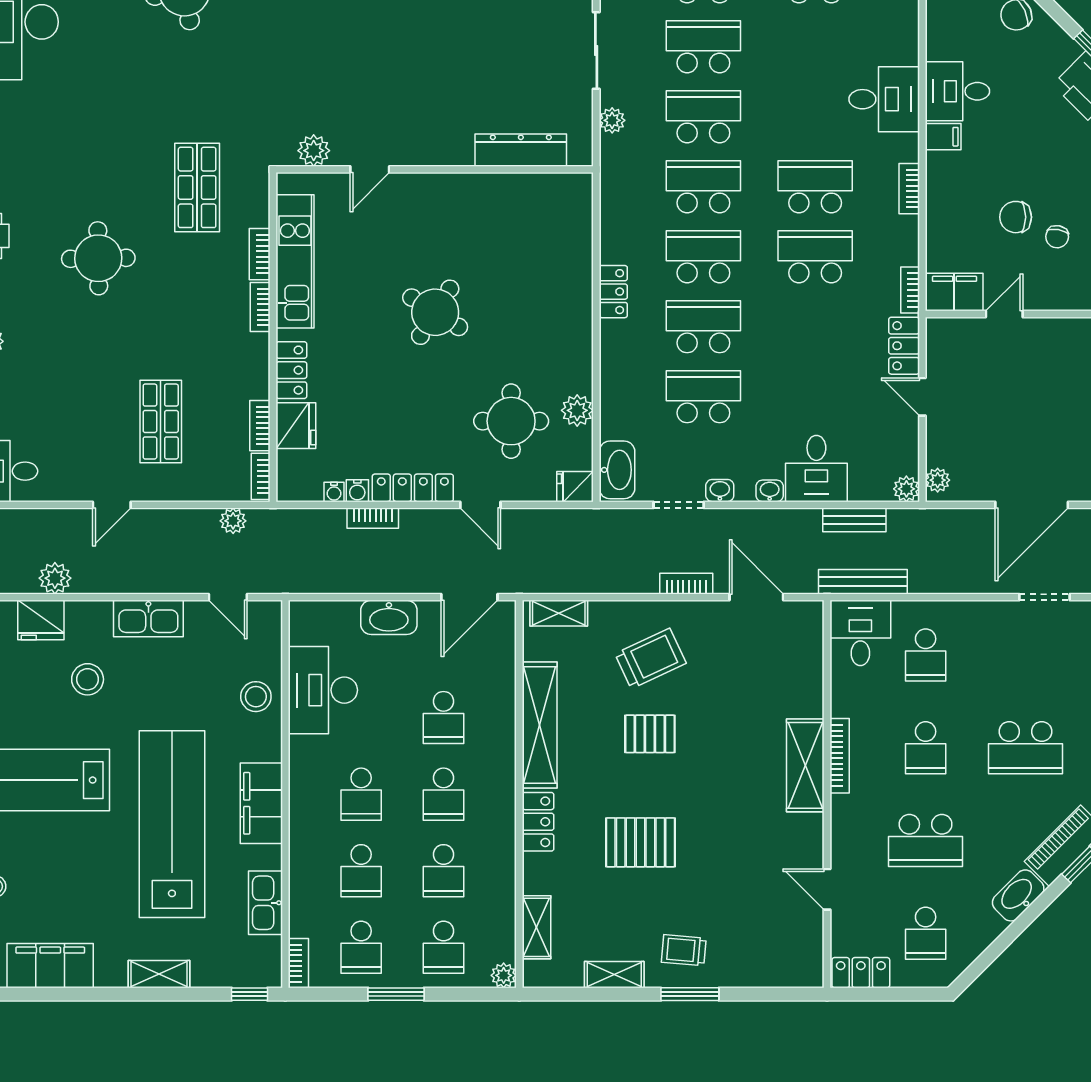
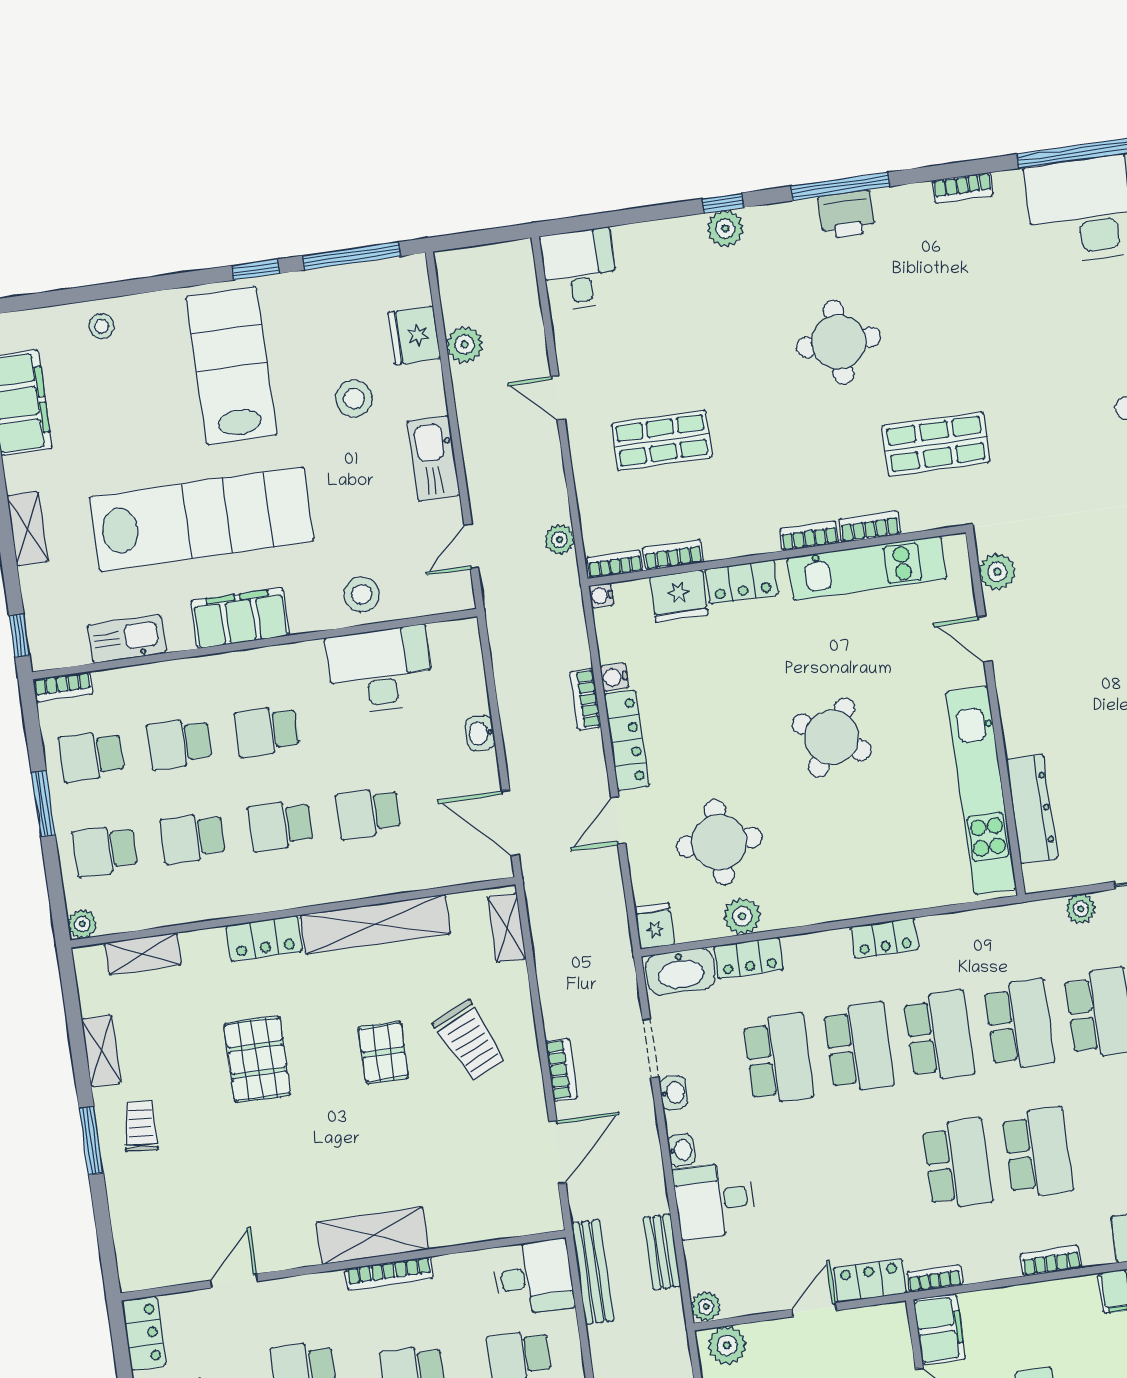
kitchen unit: (499, 191) -> (981, 790), added
locker: (614, 410) -> (749, 958), added
plant: (938, 480) -> (727, 1345), width x1.38, depth x1.38
water cooler: (334, 492) -> (601, 596), moved
washbasin: (389, 617) -> (480, 733), width x0.52, depth x0.69

